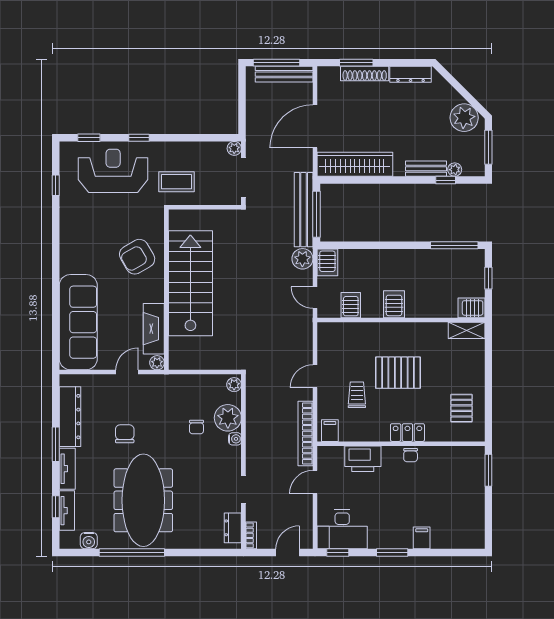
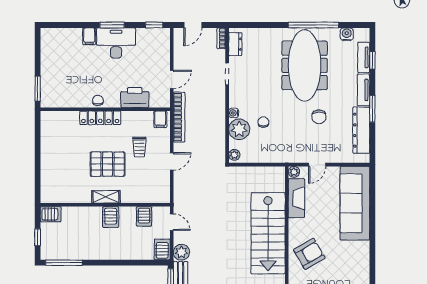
shelving: (467, 330) -> (106, 197), moved
pallet: (462, 408) -> (58, 137), removed
locker: (407, 433) -> (100, 118), width x1.53
desk: (342, 529) -> (116, 43), moved

